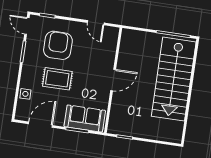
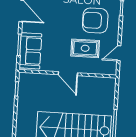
armchair: (58, 45) -> (95, 20), turned 180
rug: (57, 79) -> (85, 48), moved, turned 90

